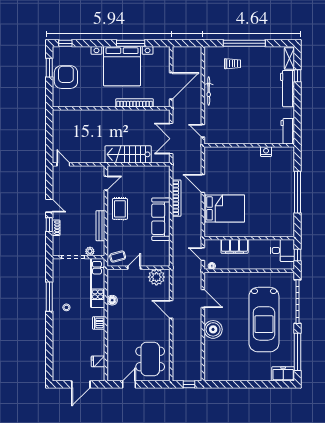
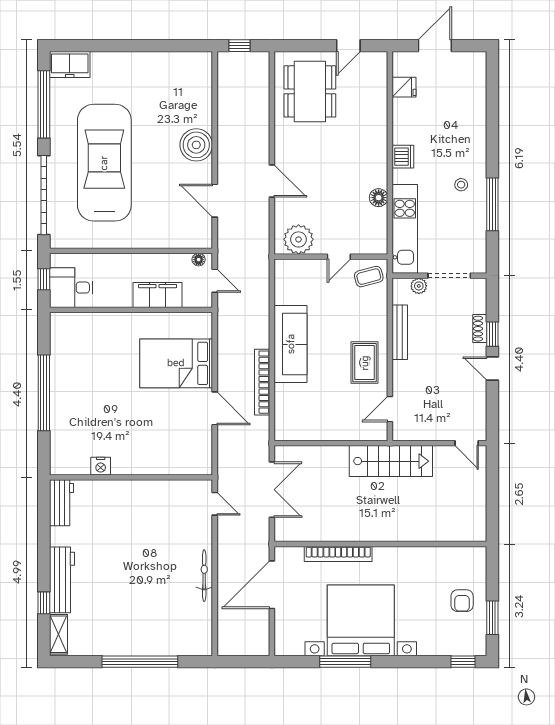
trolley: (233, 64) -> (161, 625), removed
armchair: (66, 77) -> (462, 601), width x0.53, depth x0.53
stairs: (128, 154) -> (391, 461), moved

